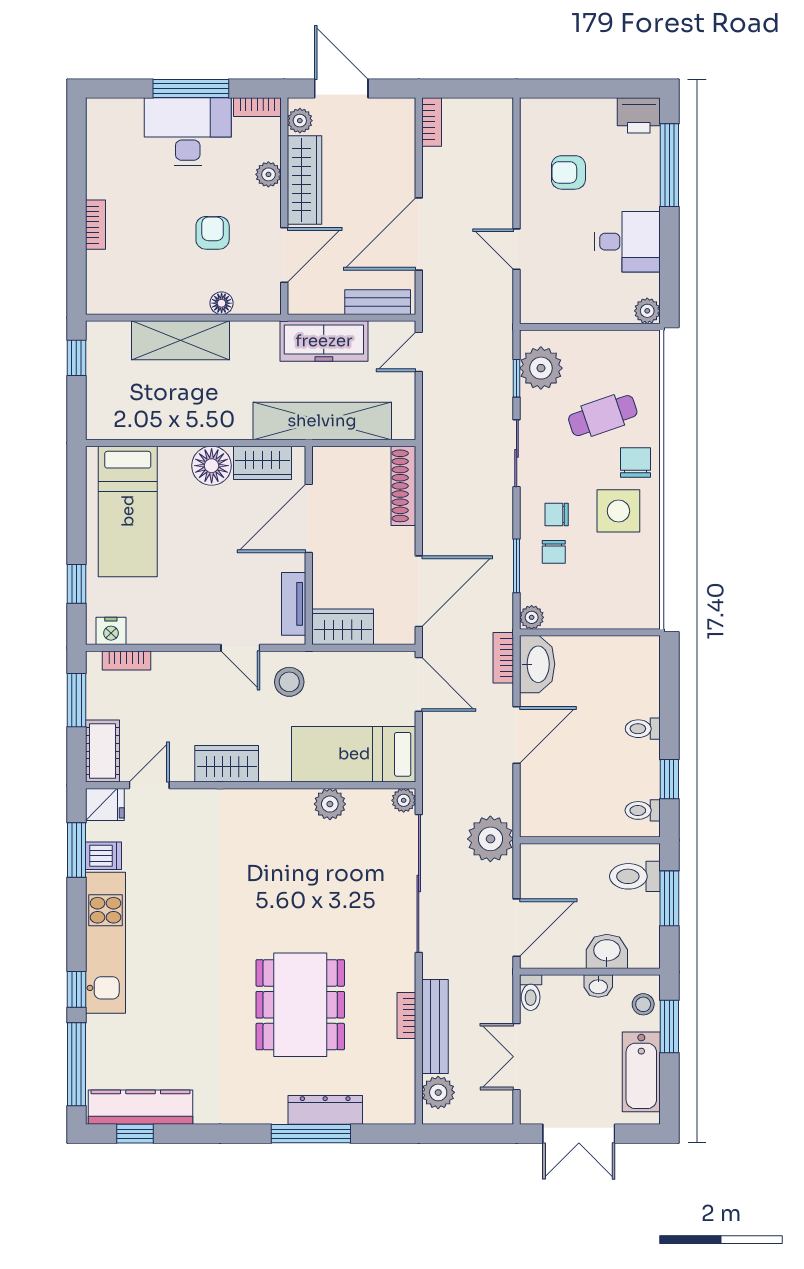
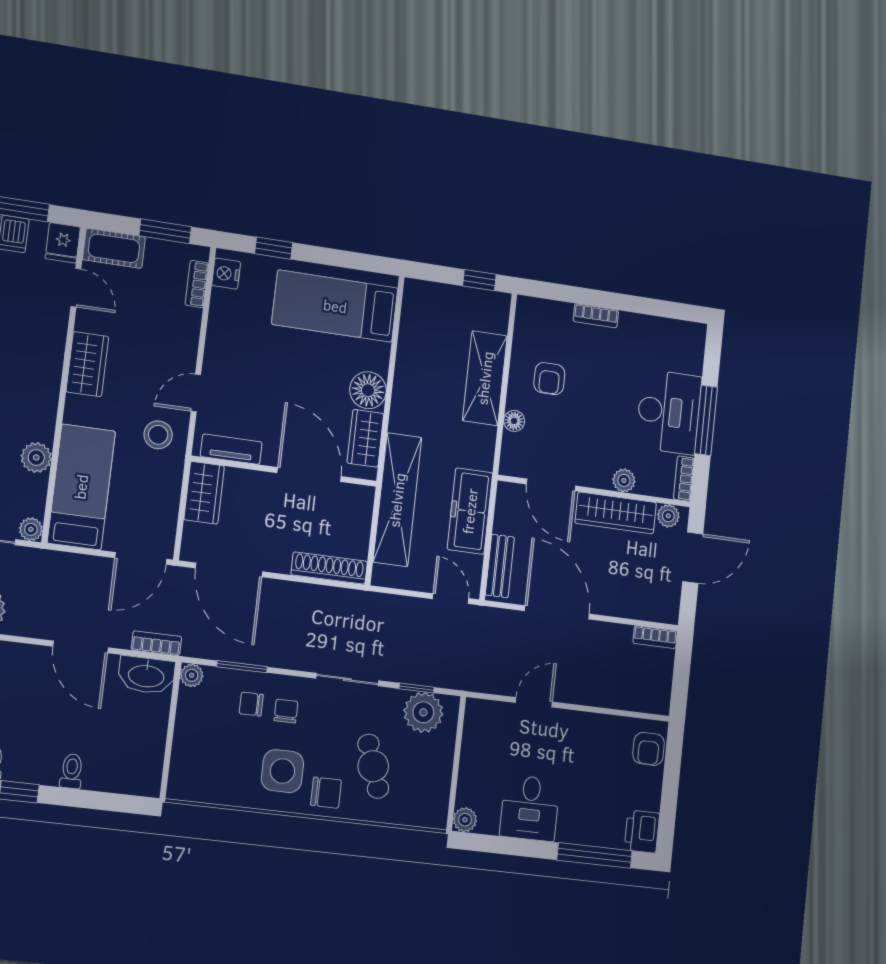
armchair: (568, 172) -> (649, 749), moved, turned 180
armchair: (213, 233) -> (549, 379), moved, turned 90

